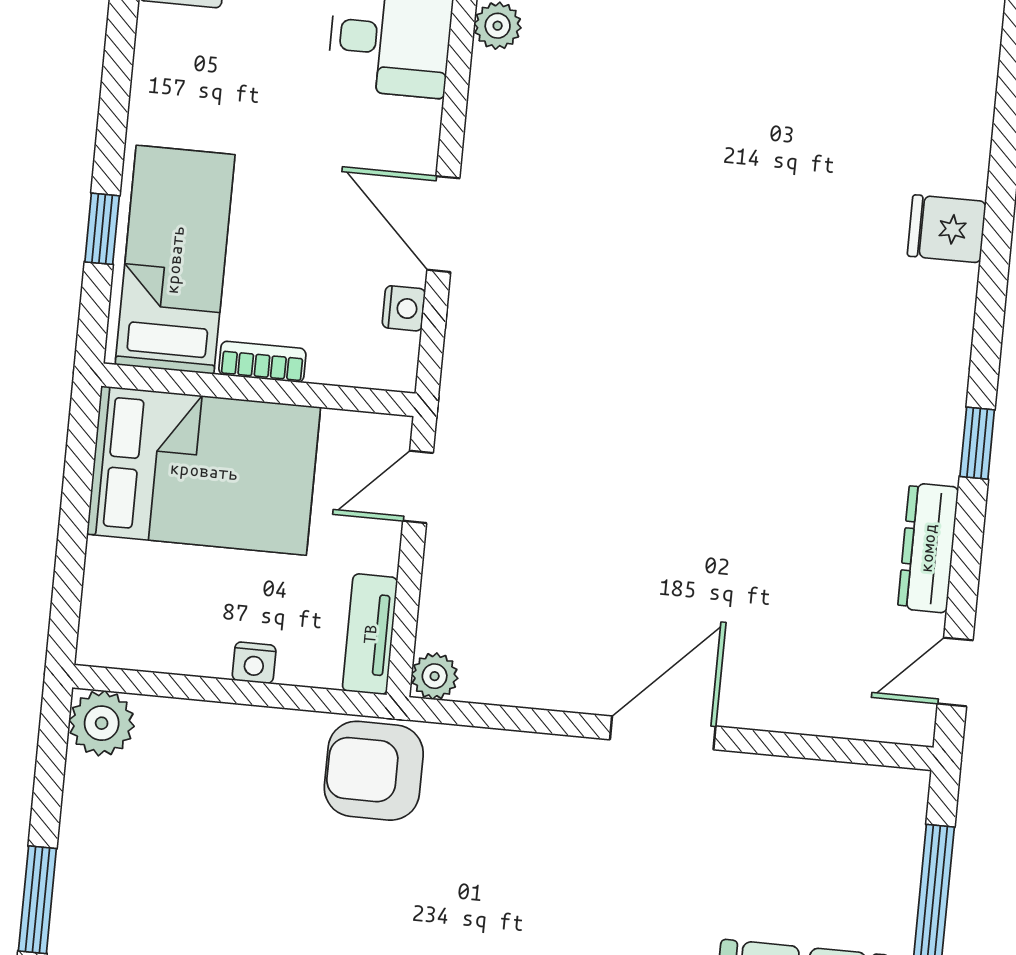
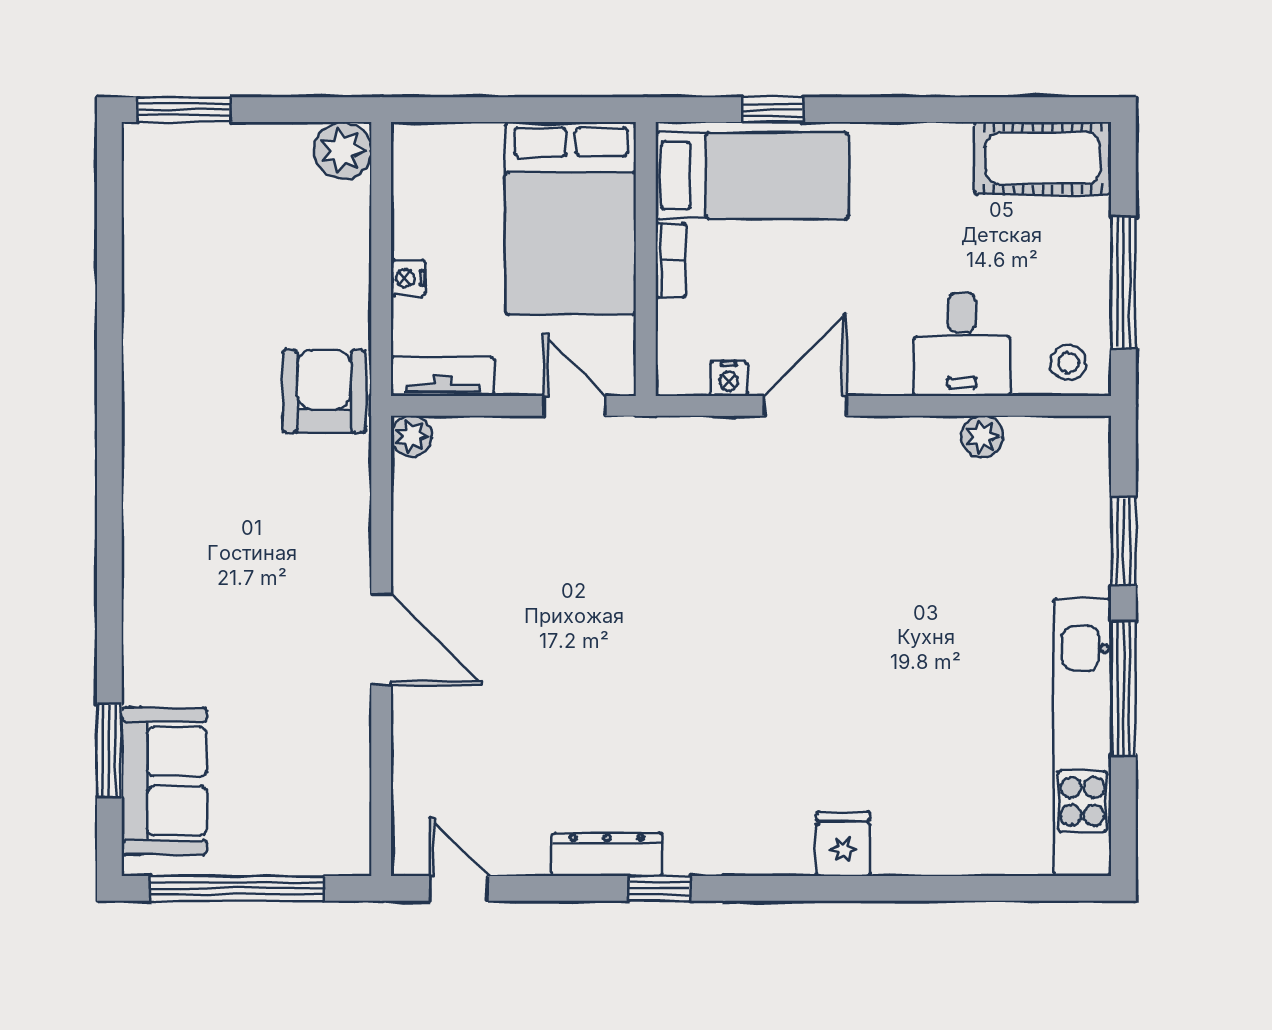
dresser: (928, 548) -> (607, 855), moved

